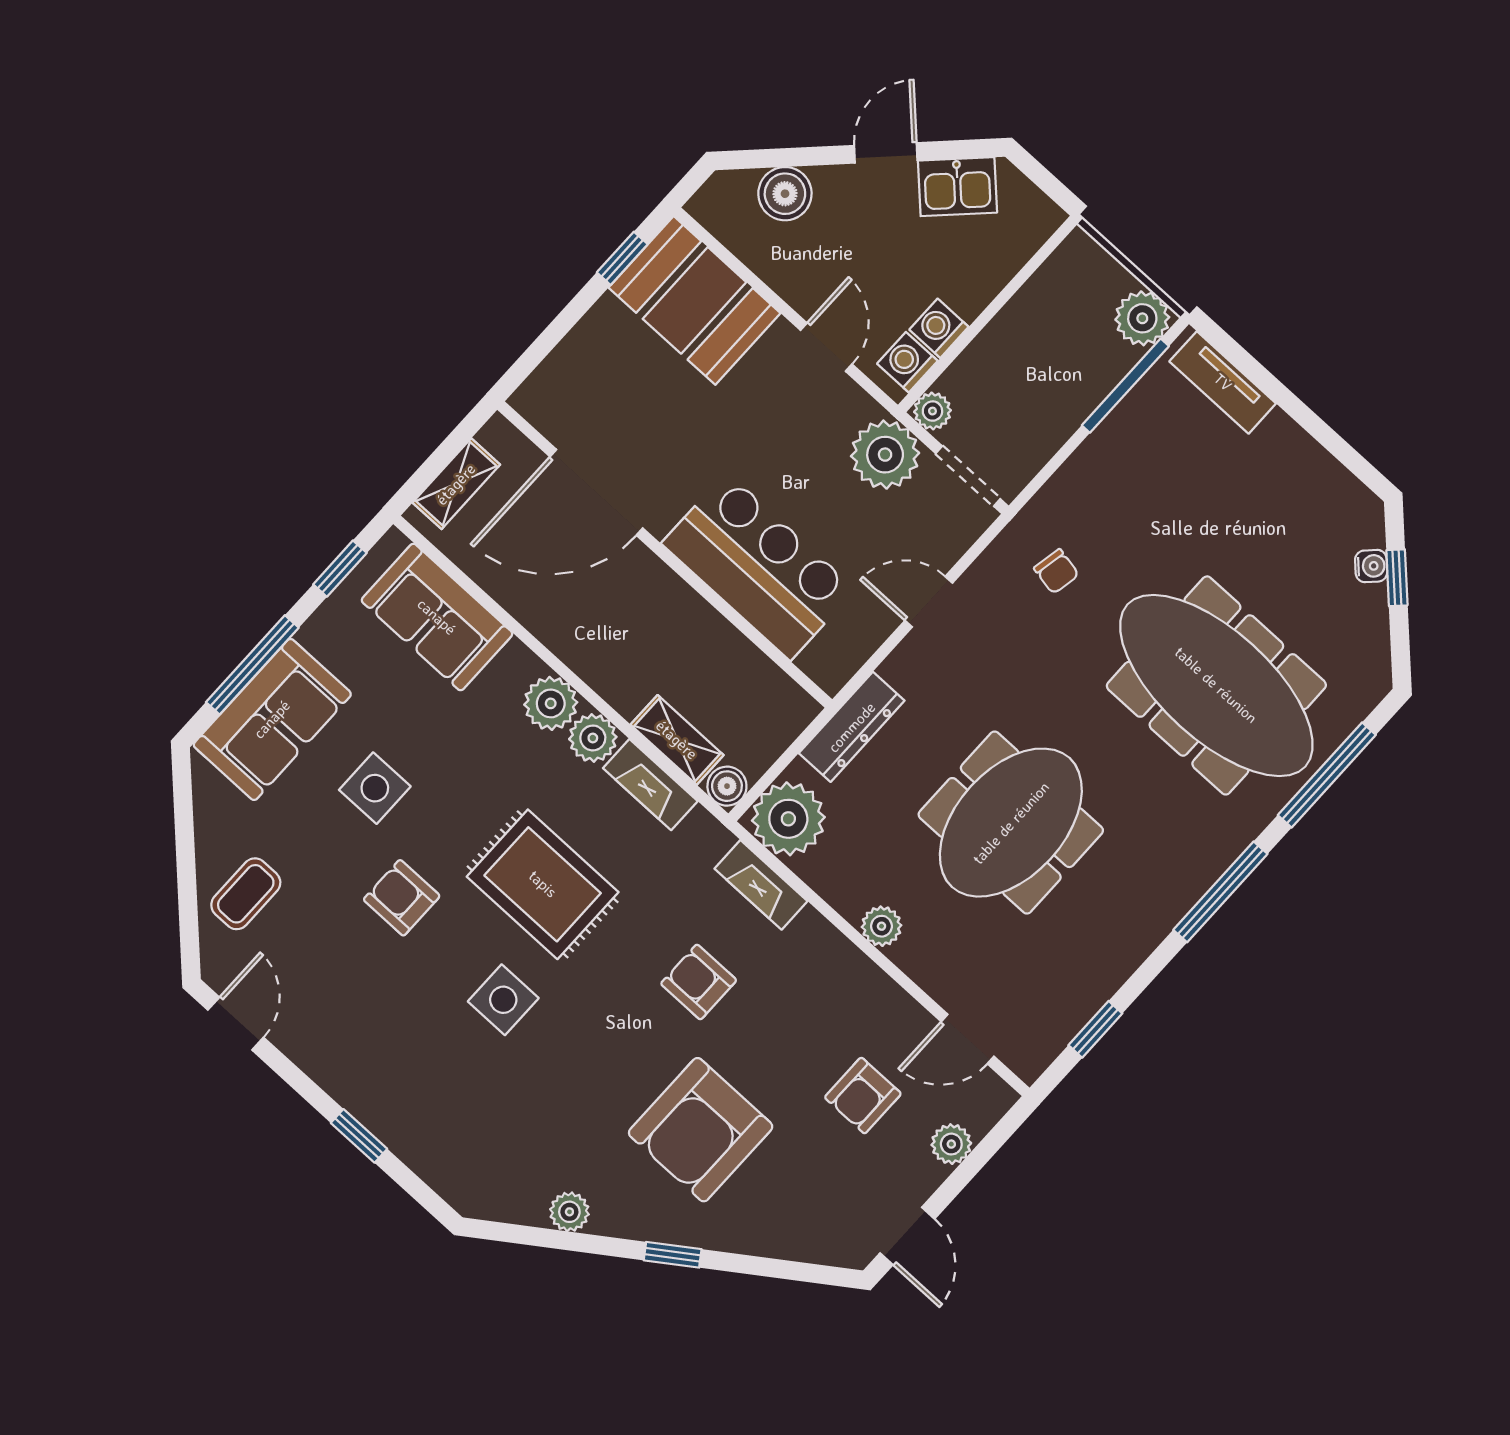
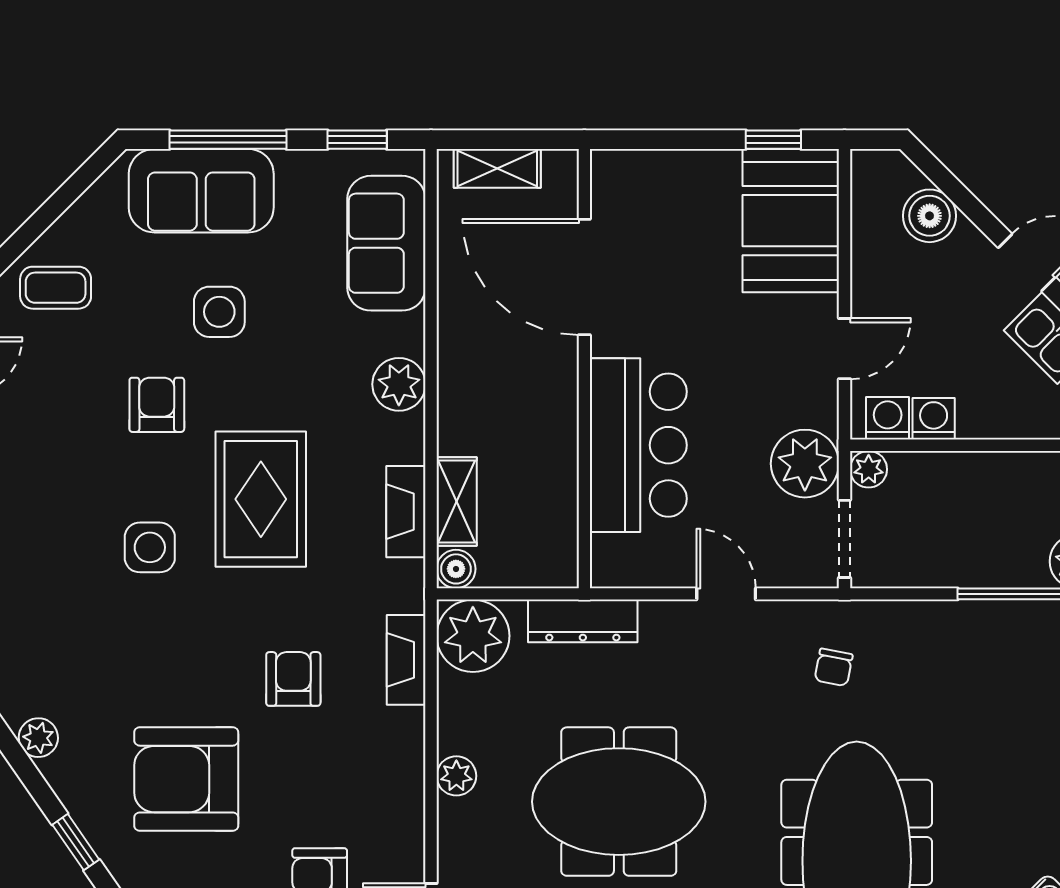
plant: (593, 738) -> (402, 438), removed

